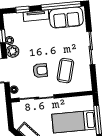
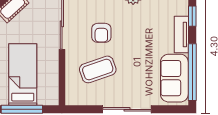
coffee table: (65, 71) -> (98, 69), turned -34

